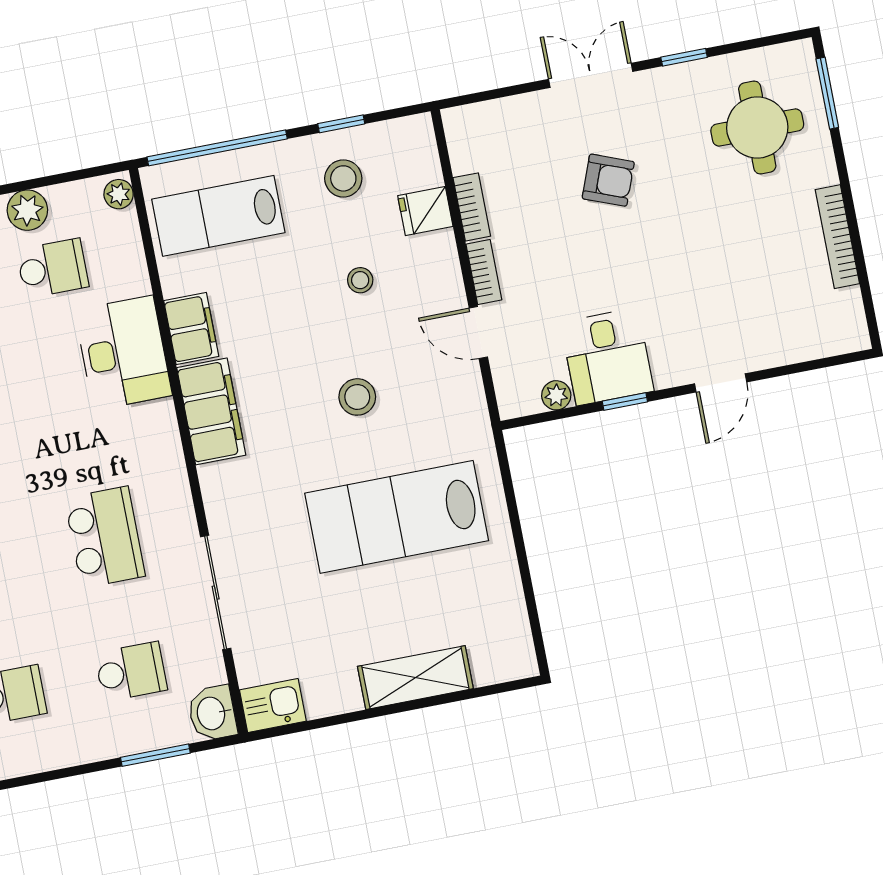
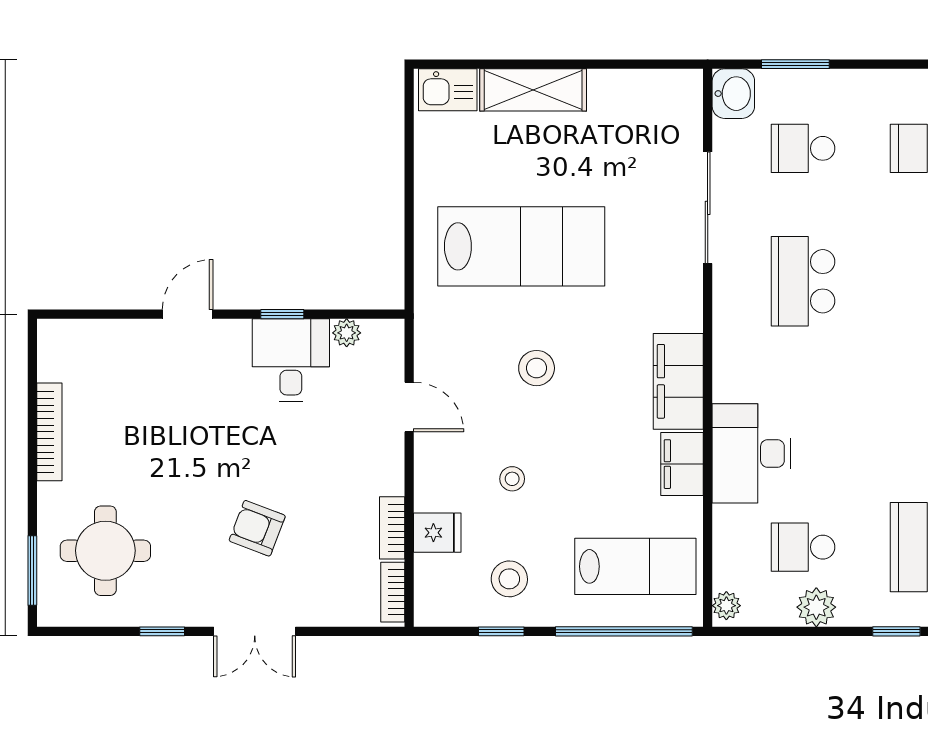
bookcase: (484, 272) -> (393, 592), moved
kitchen sink: (273, 705) -> (448, 90), moved

